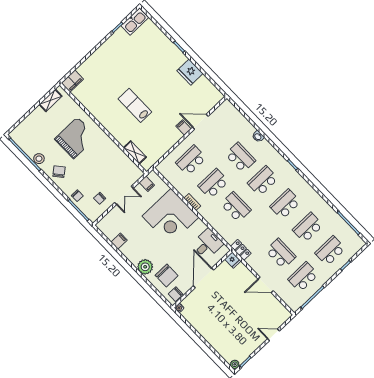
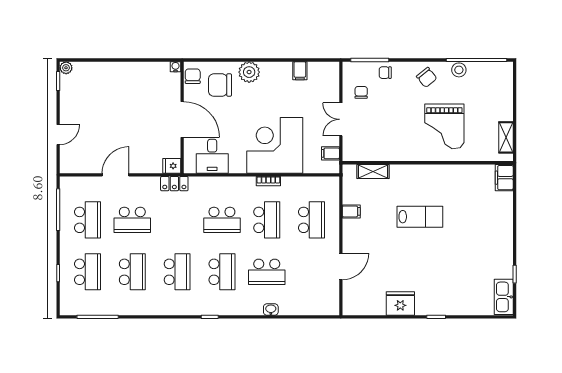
filing cabinet: (184, 128) -> (351, 211), moved

